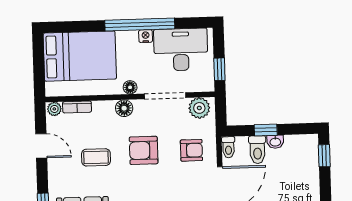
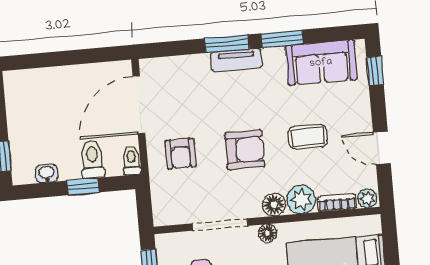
plant: (199, 108) -> (301, 199), moved
washbasin: (275, 142) -> (47, 174), moved
armchair: (191, 150) -> (181, 154), turned -90

